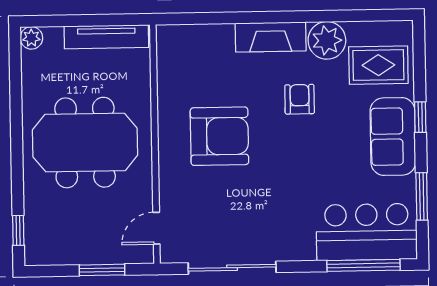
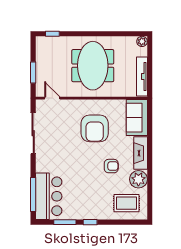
rug: (378, 65) -> (127, 203), turned 90
window: (420, 117) -> (90, 222), moved
sofa: (393, 137) -> (137, 118), moved, turned -90

